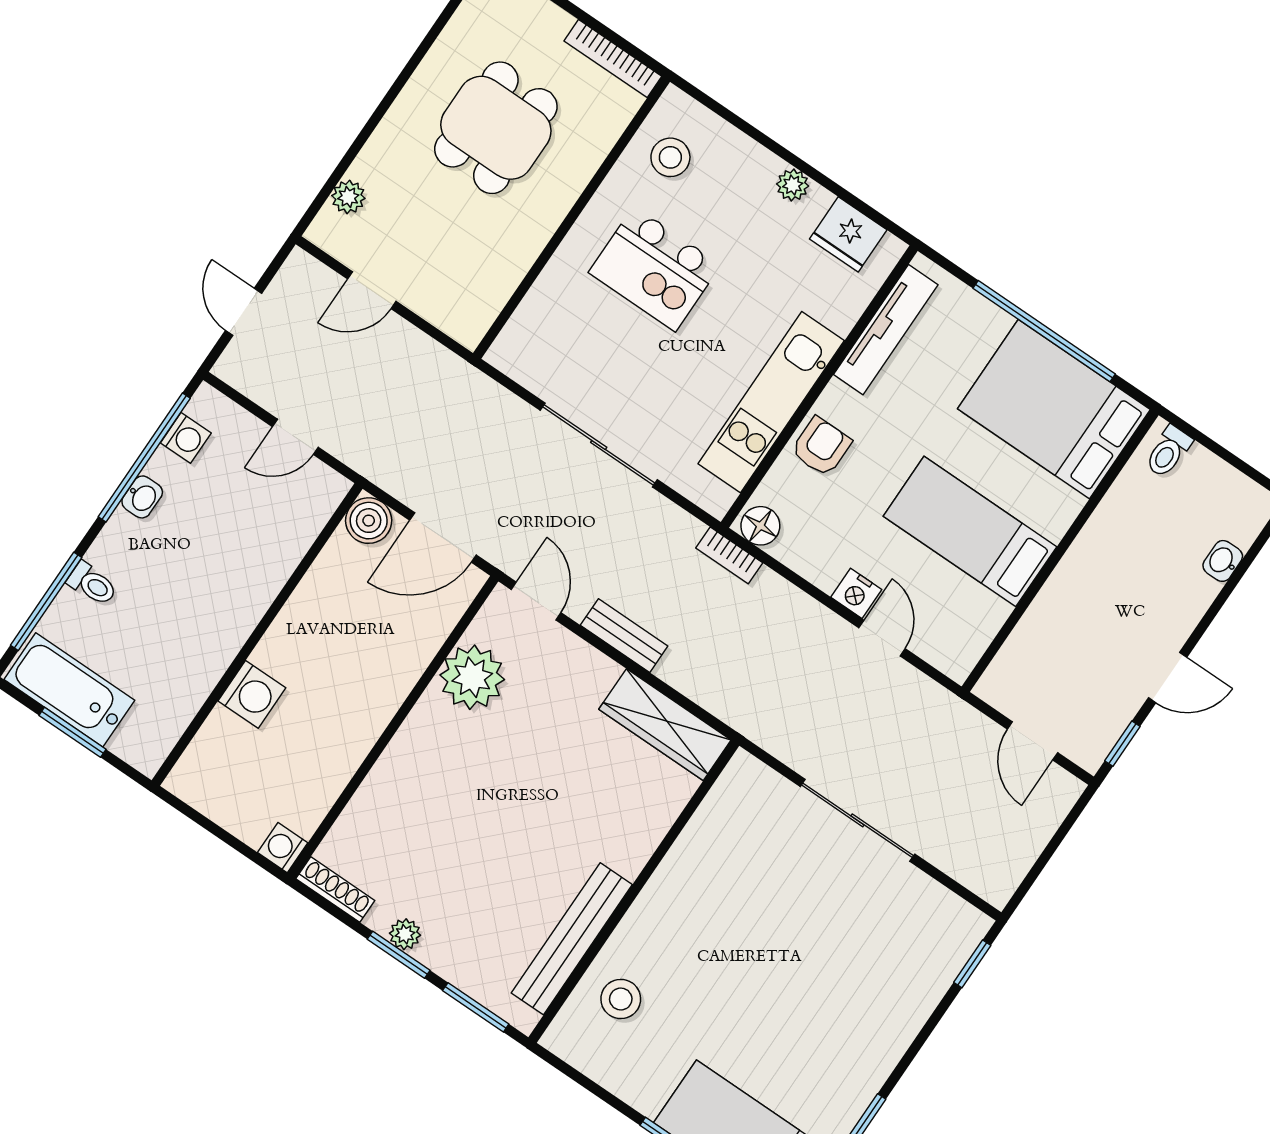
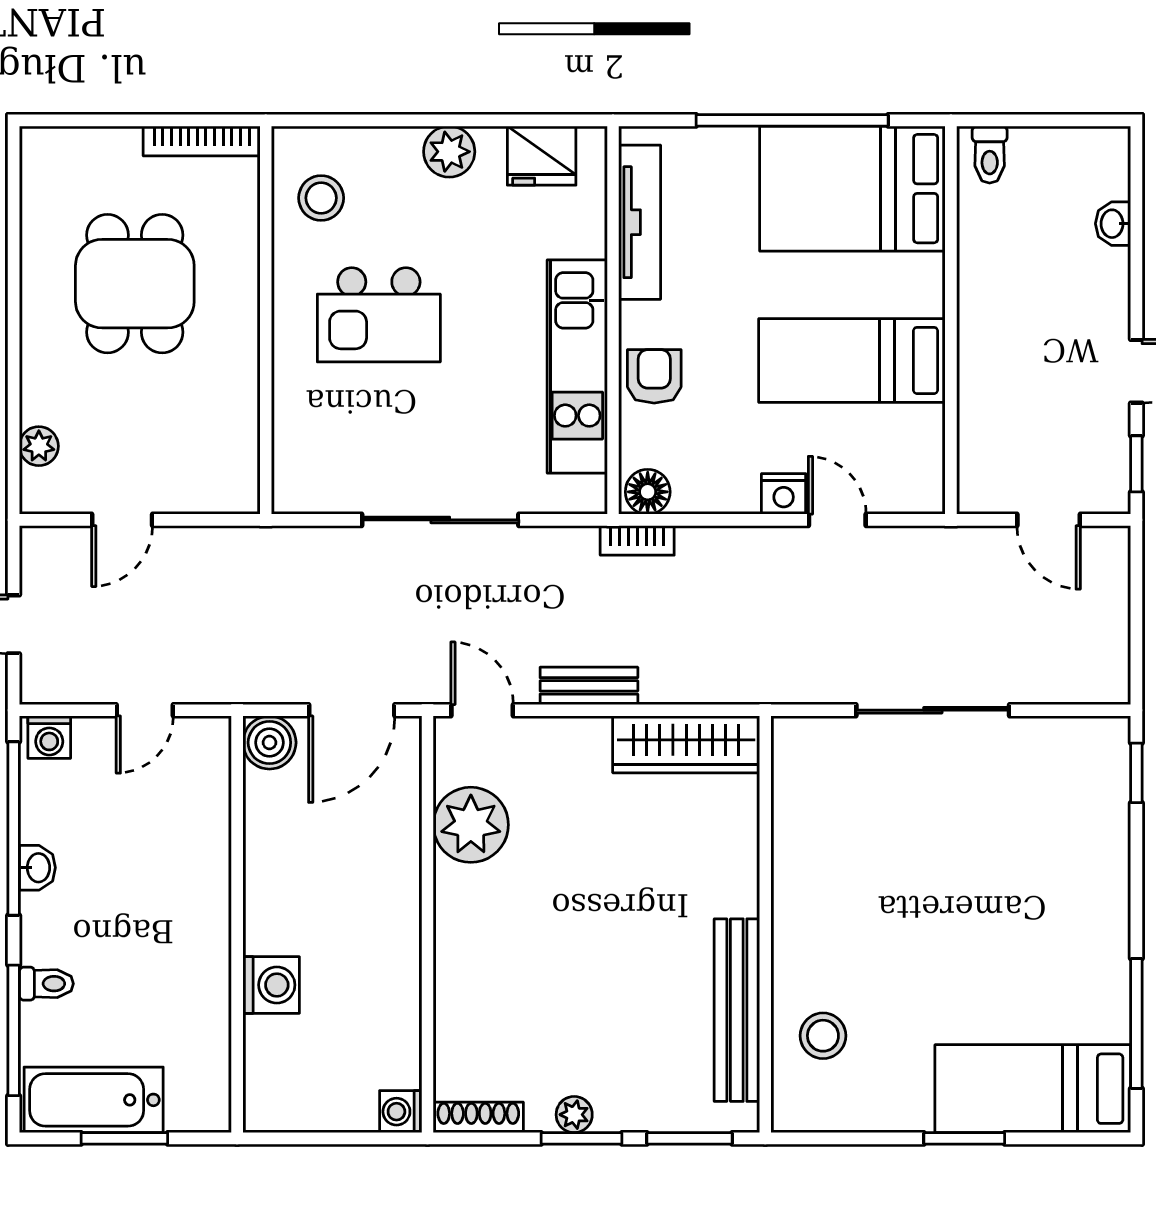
plant: (793, 185) -> (449, 152), width x1.38, depth x1.38
washing machine: (186, 438) -> (49, 737), moved, turned 90

